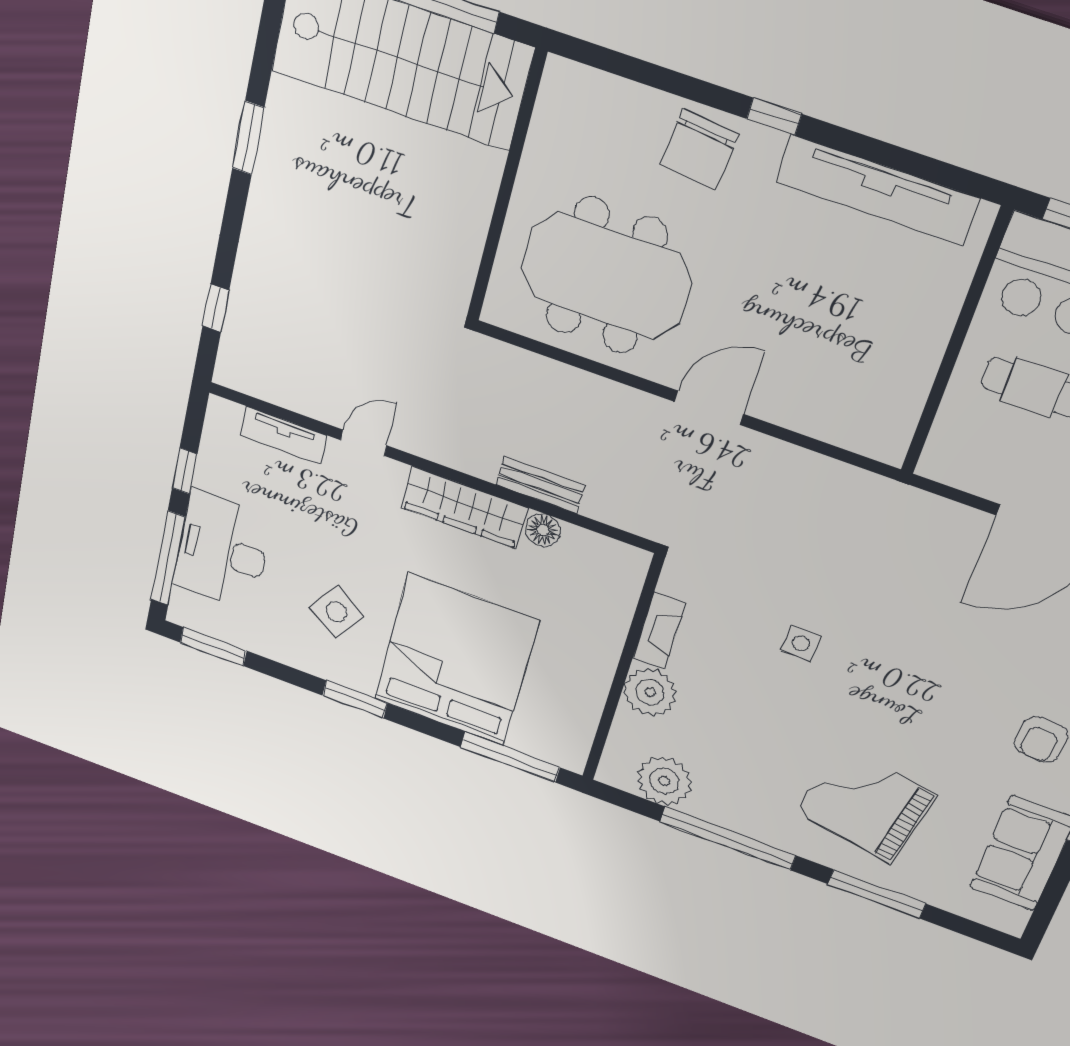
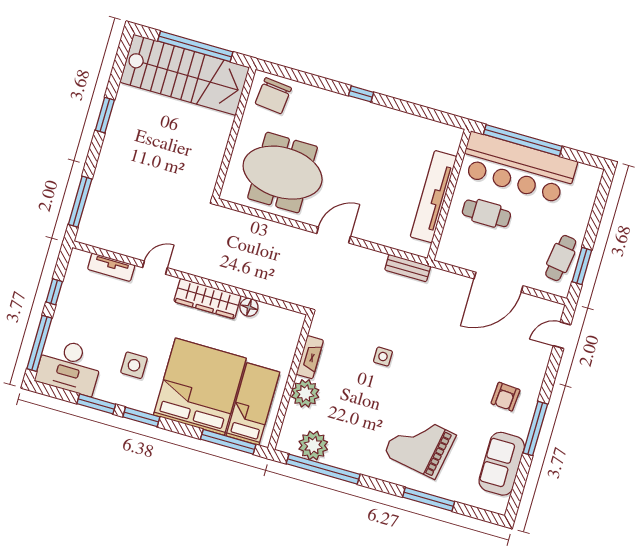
chair: (699, 150) -> (273, 96), moved
tv unit: (877, 190) -> (433, 197), moved, turned 90
window: (216, 308) -> (80, 202), width x2.17
bench: (540, 485) -> (408, 268), moved
desk: (222, 551) -> (69, 366), moved, turned -90
side table: (336, 612) -> (134, 365), turned -34
window: (213, 647) -> (96, 404), moved
bed: (553, 700) -> (253, 404), added
window: (728, 838) -> (323, 469), moved

